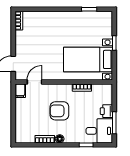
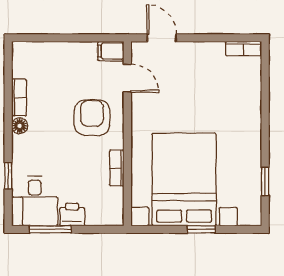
bed with nightstands: (88, 59) -> (184, 180), width x1.36
armchair: (59, 111) -> (92, 118), moved

